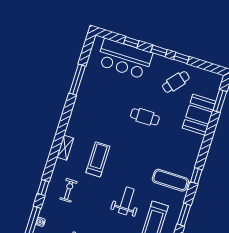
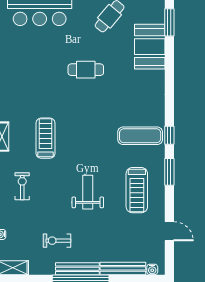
window: (196, 176) -> (169, 135), moved
weight bench: (126, 201) -> (88, 192), moved

